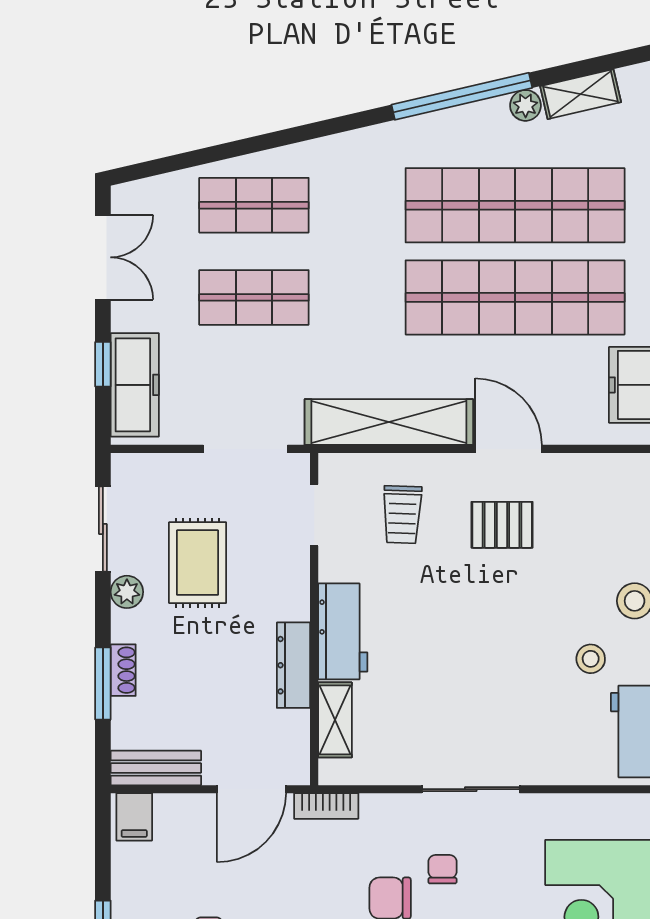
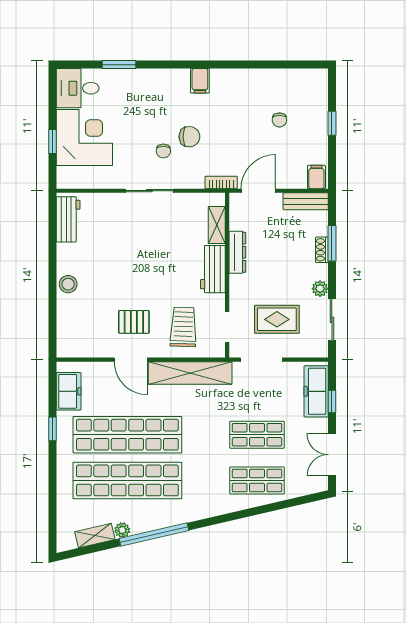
trolley: (402, 515) -> (183, 327), width x1.36, depth x1.39
rug: (198, 563) -> (277, 319), moved, turned 90
stool: (591, 659) -> (90, 255), removed

